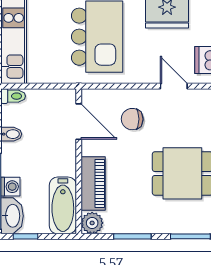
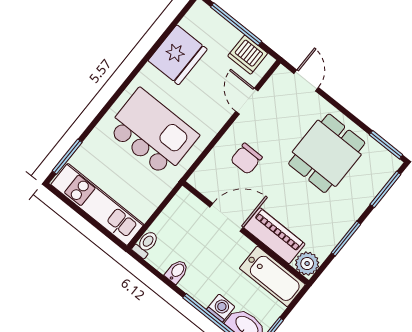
door: (174, 86) -> (247, 101), hinge flipped
door: (79, 122) -> (226, 217), moved

